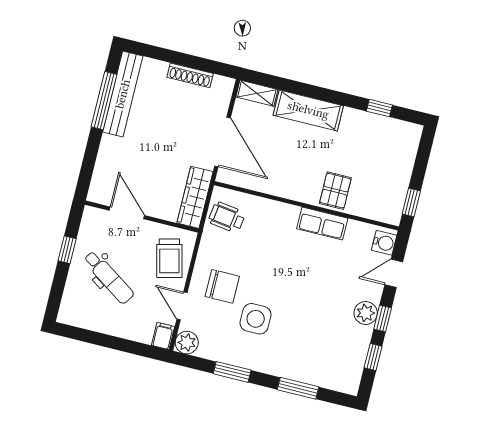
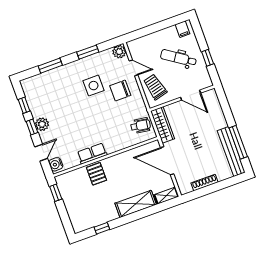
filing cabinet: (163, 336) -> (182, 29), moved

